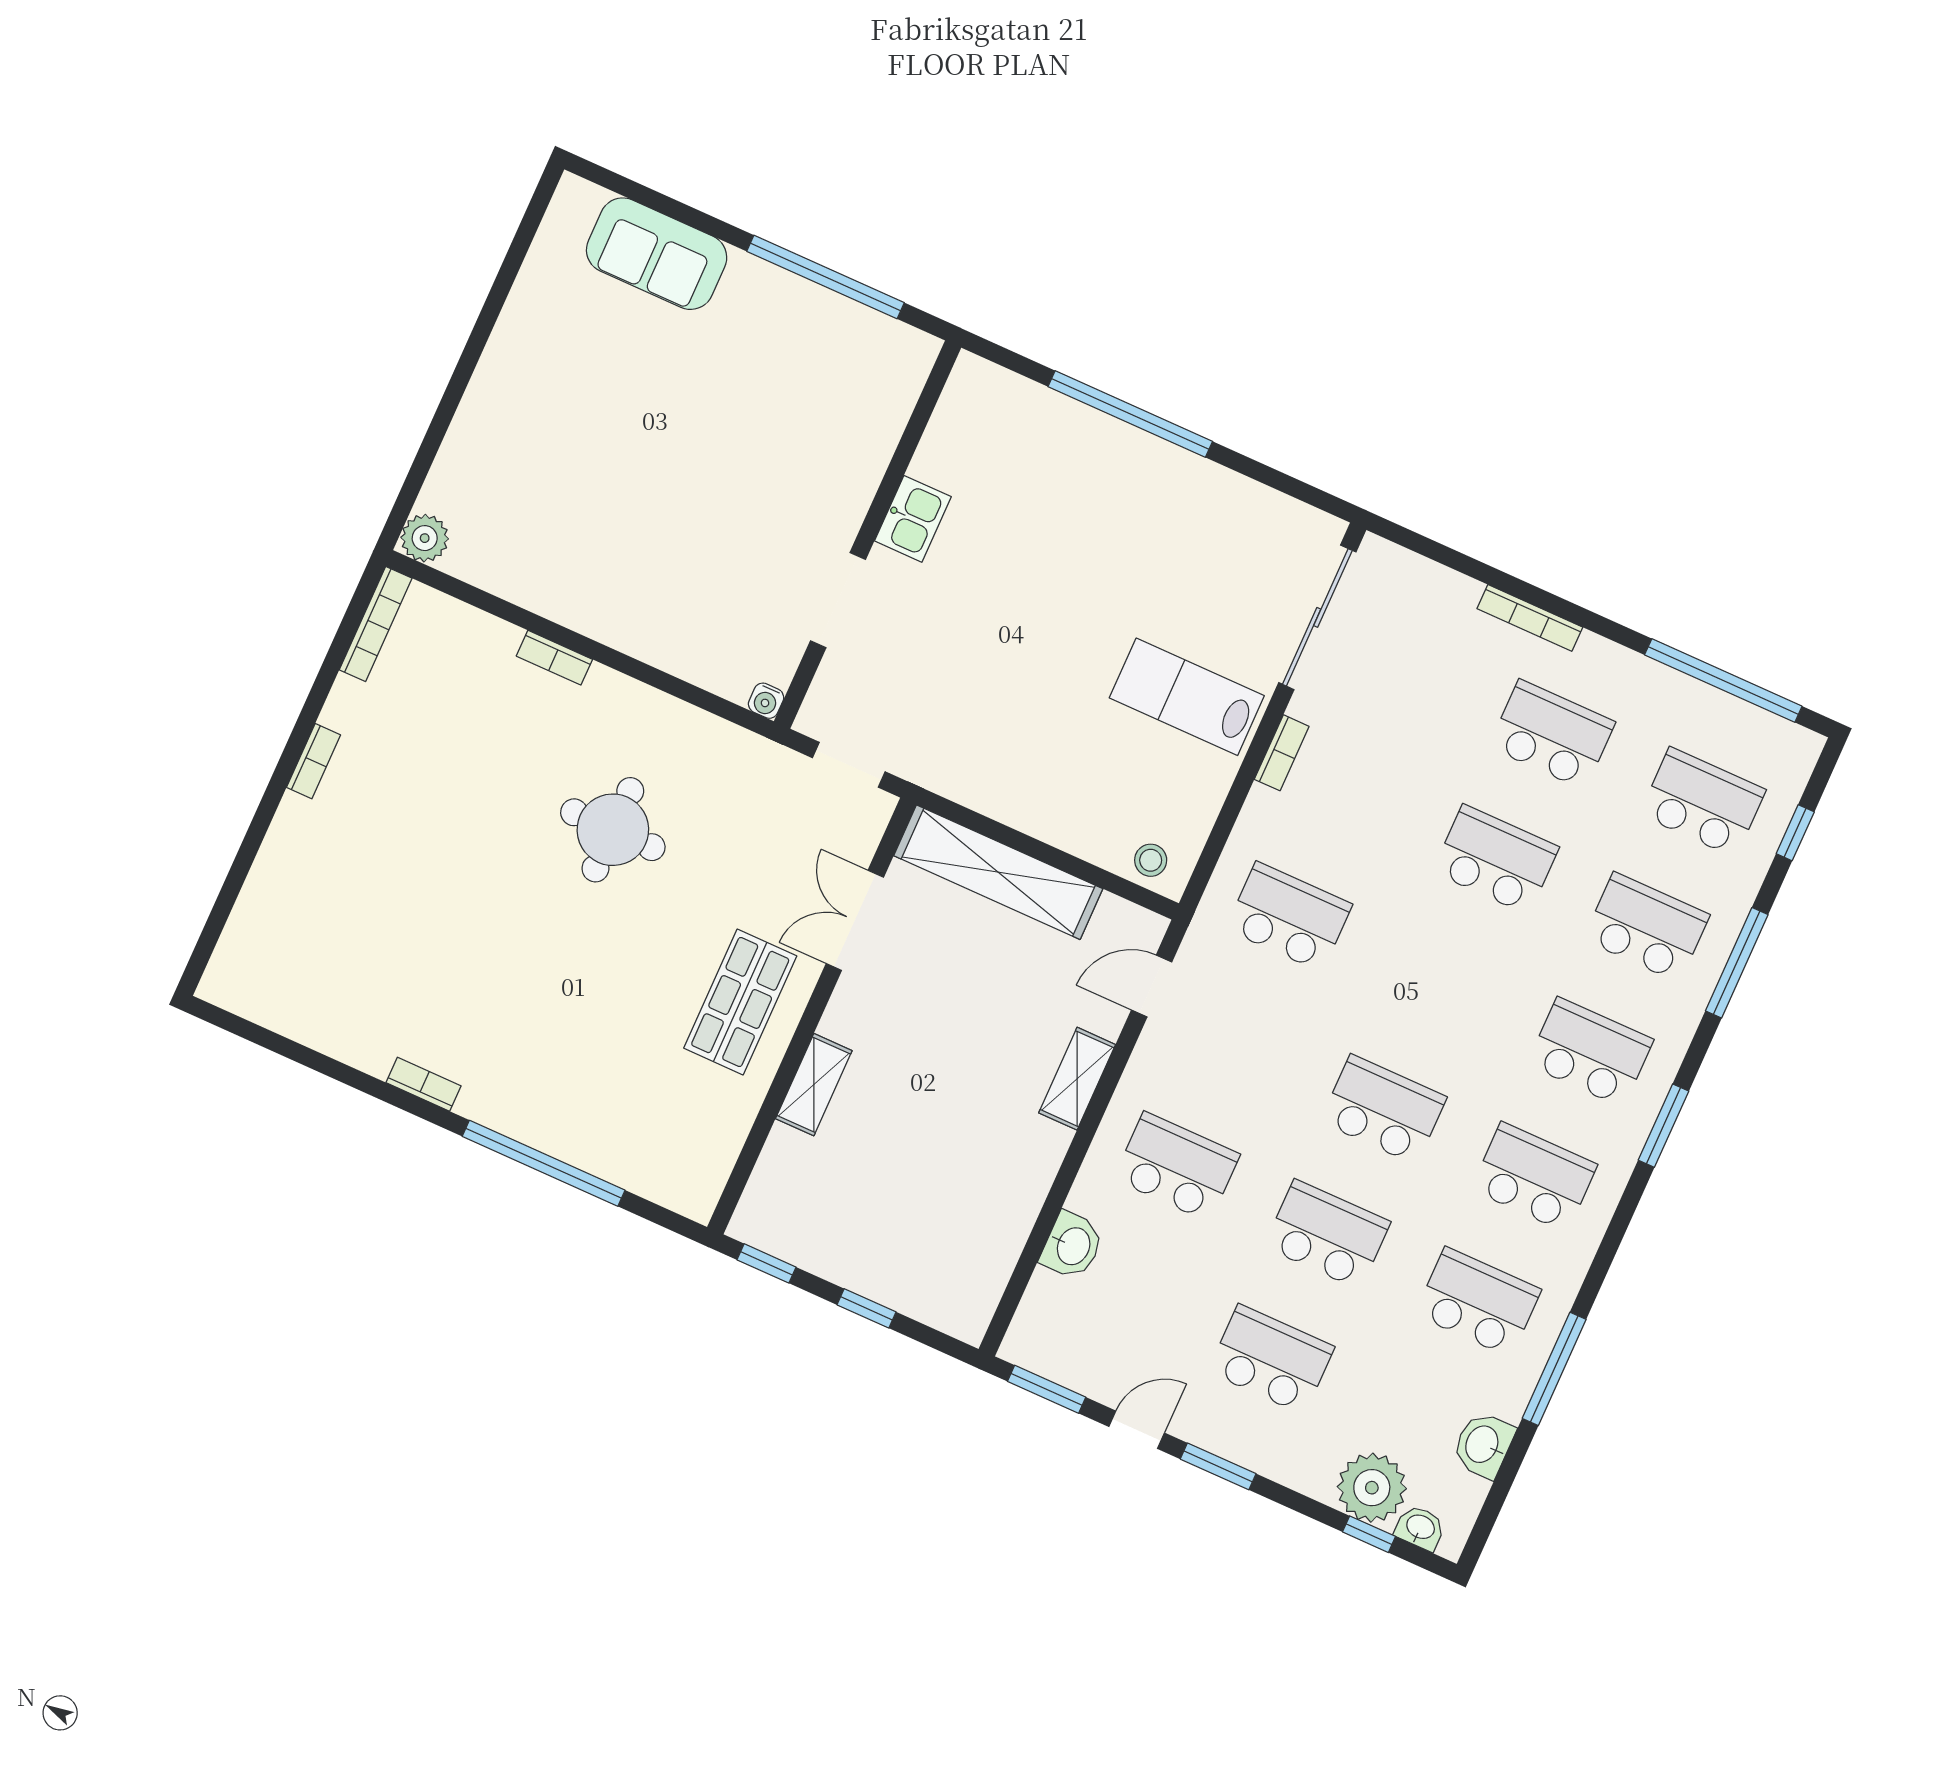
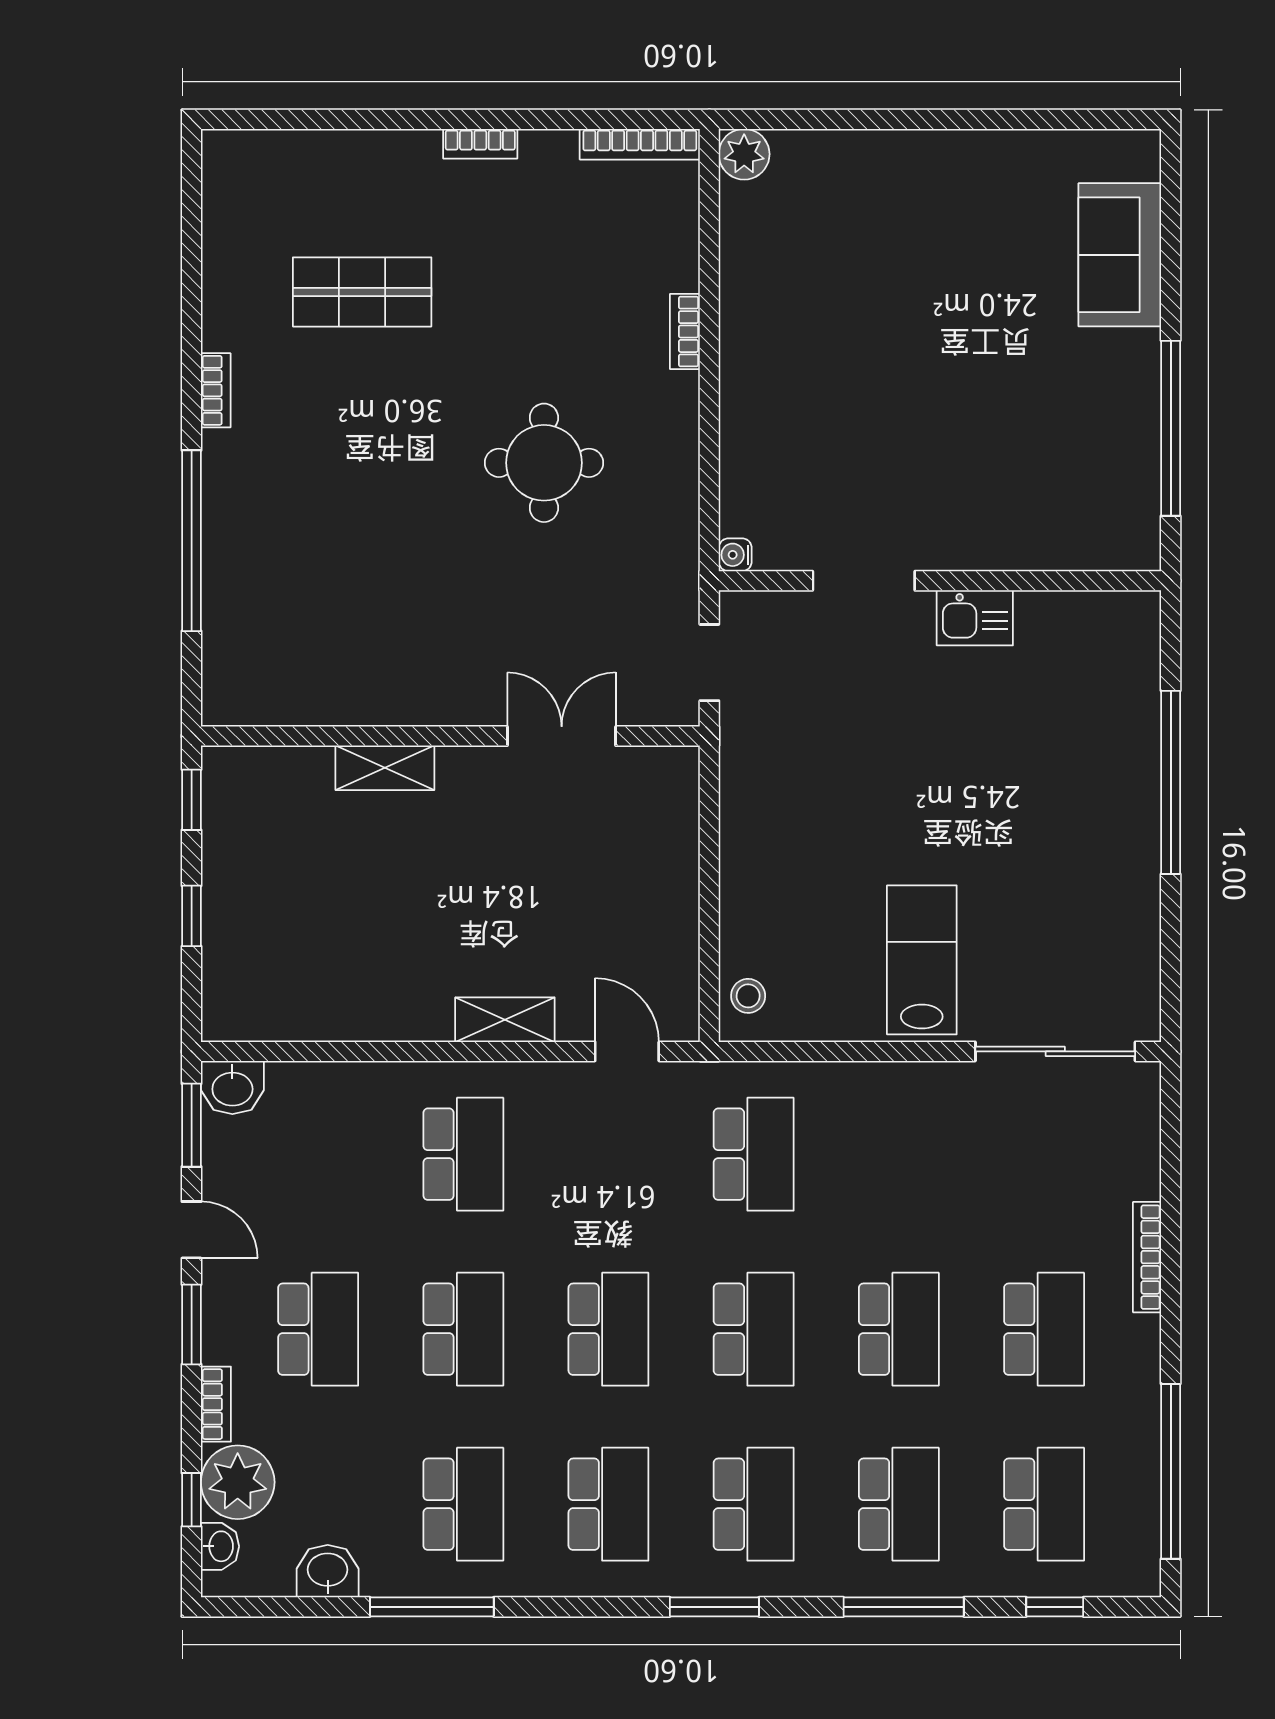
bookcase: (1282, 753) -> (216, 1404), moved, turned -90
shelving: (998, 872) -> (670, 854), removed
school desk: (1440, 984) -> (754, 1329), added
shop shelf: (740, 1002) -> (362, 292), moved
washbasin: (1072, 1246) -> (232, 1088), moved

